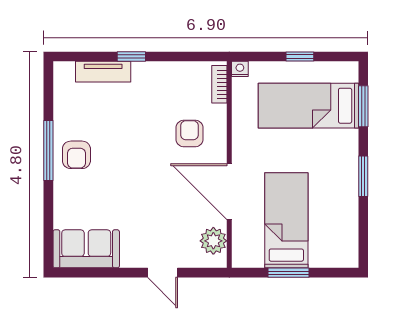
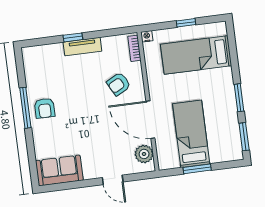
tv unit: (103, 72) -> (82, 47), moved
window: (363, 106) -> (244, 137), moved
armchair: (189, 133) -> (119, 84), turned -118

